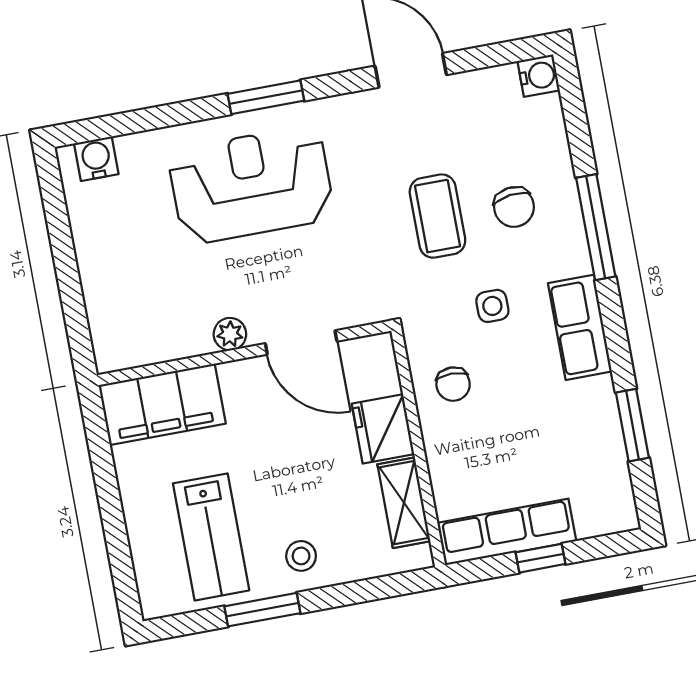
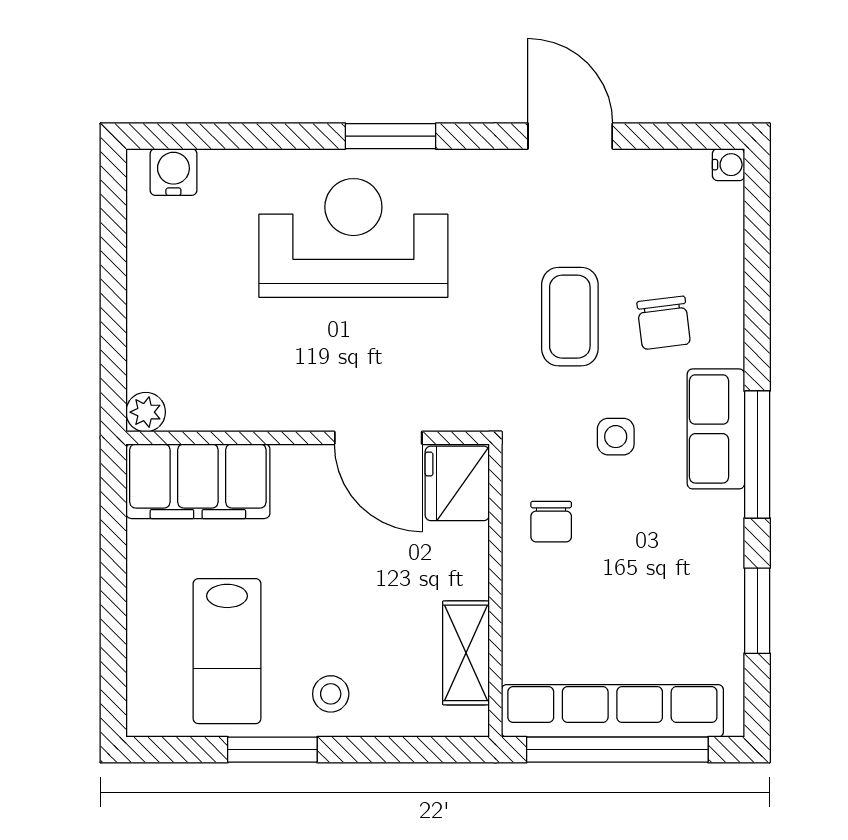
water cooler: (539, 76) -> (728, 165), width x0.72, depth x0.72
window: (596, 227) -> (757, 455), moved
row of seats: (580, 327) -> (716, 429), moved
plant: (230, 334) -> (146, 412), moved
fridge: (383, 429) -> (457, 483), moved
row of seats: (507, 532) -> (612, 711), width x1.36
window: (540, 558) -> (617, 750), width x3.17

